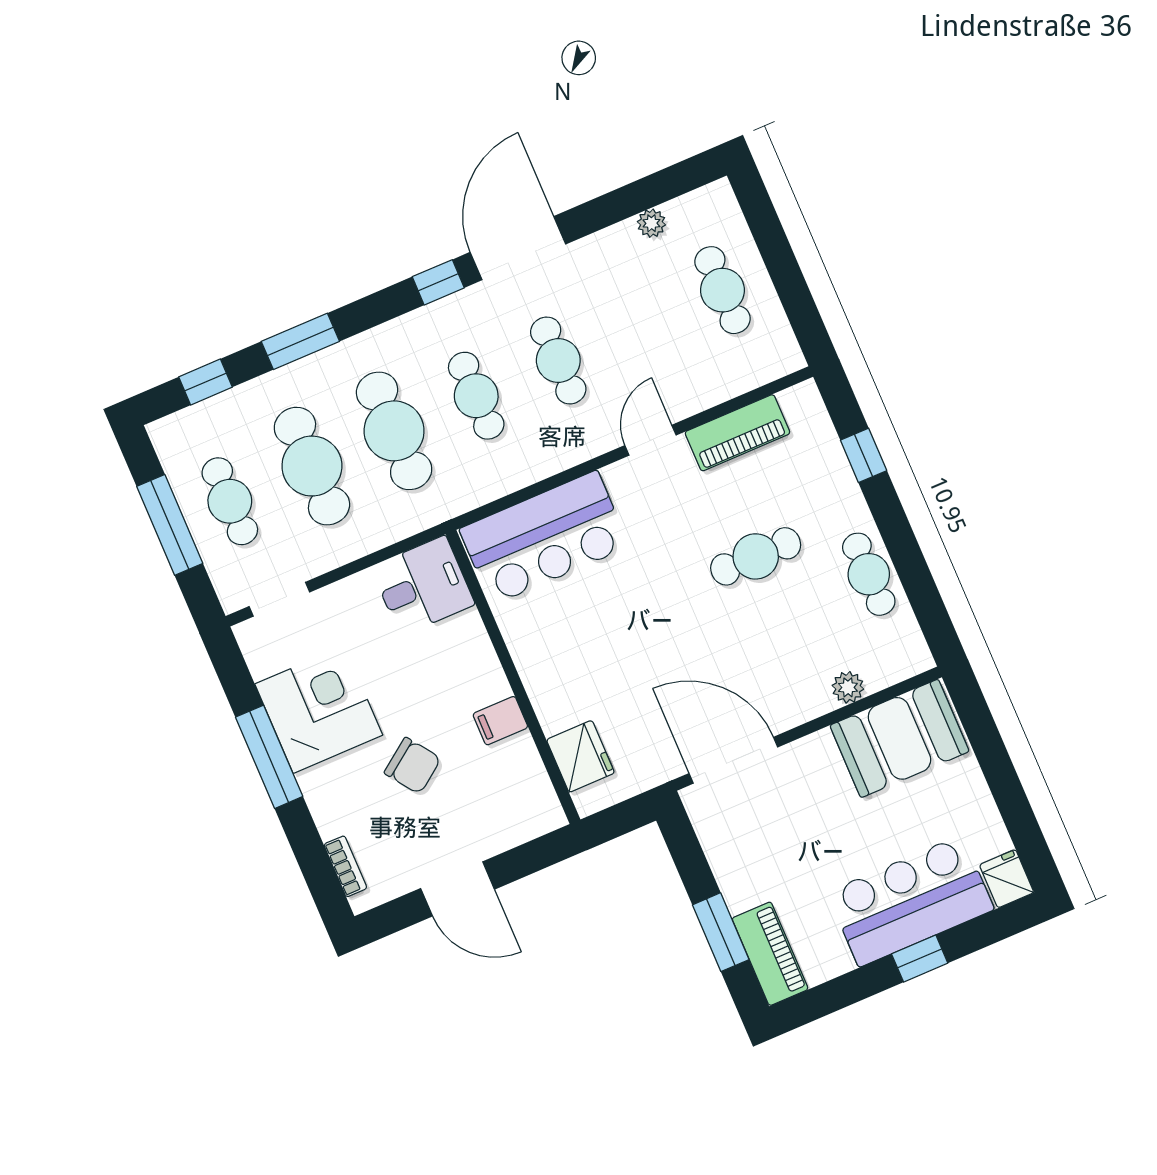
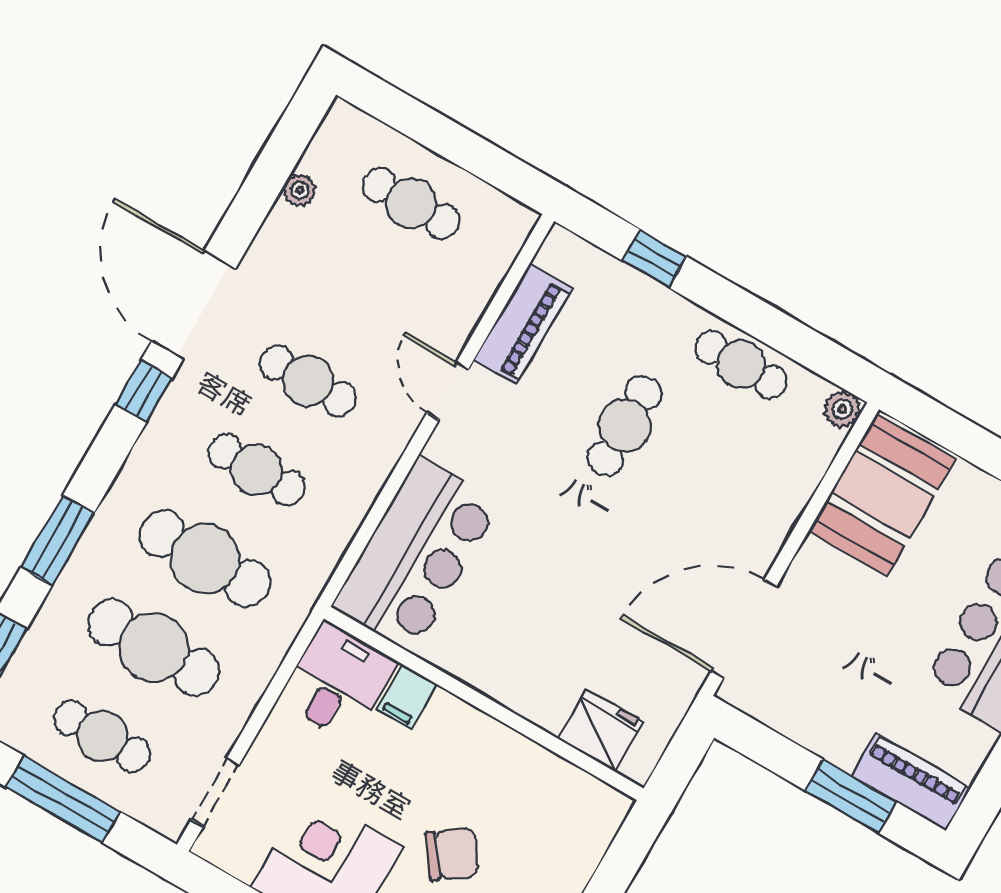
plant: (848, 687) -> (842, 409), moved
filing cabinet: (500, 721) -> (407, 697), moved

